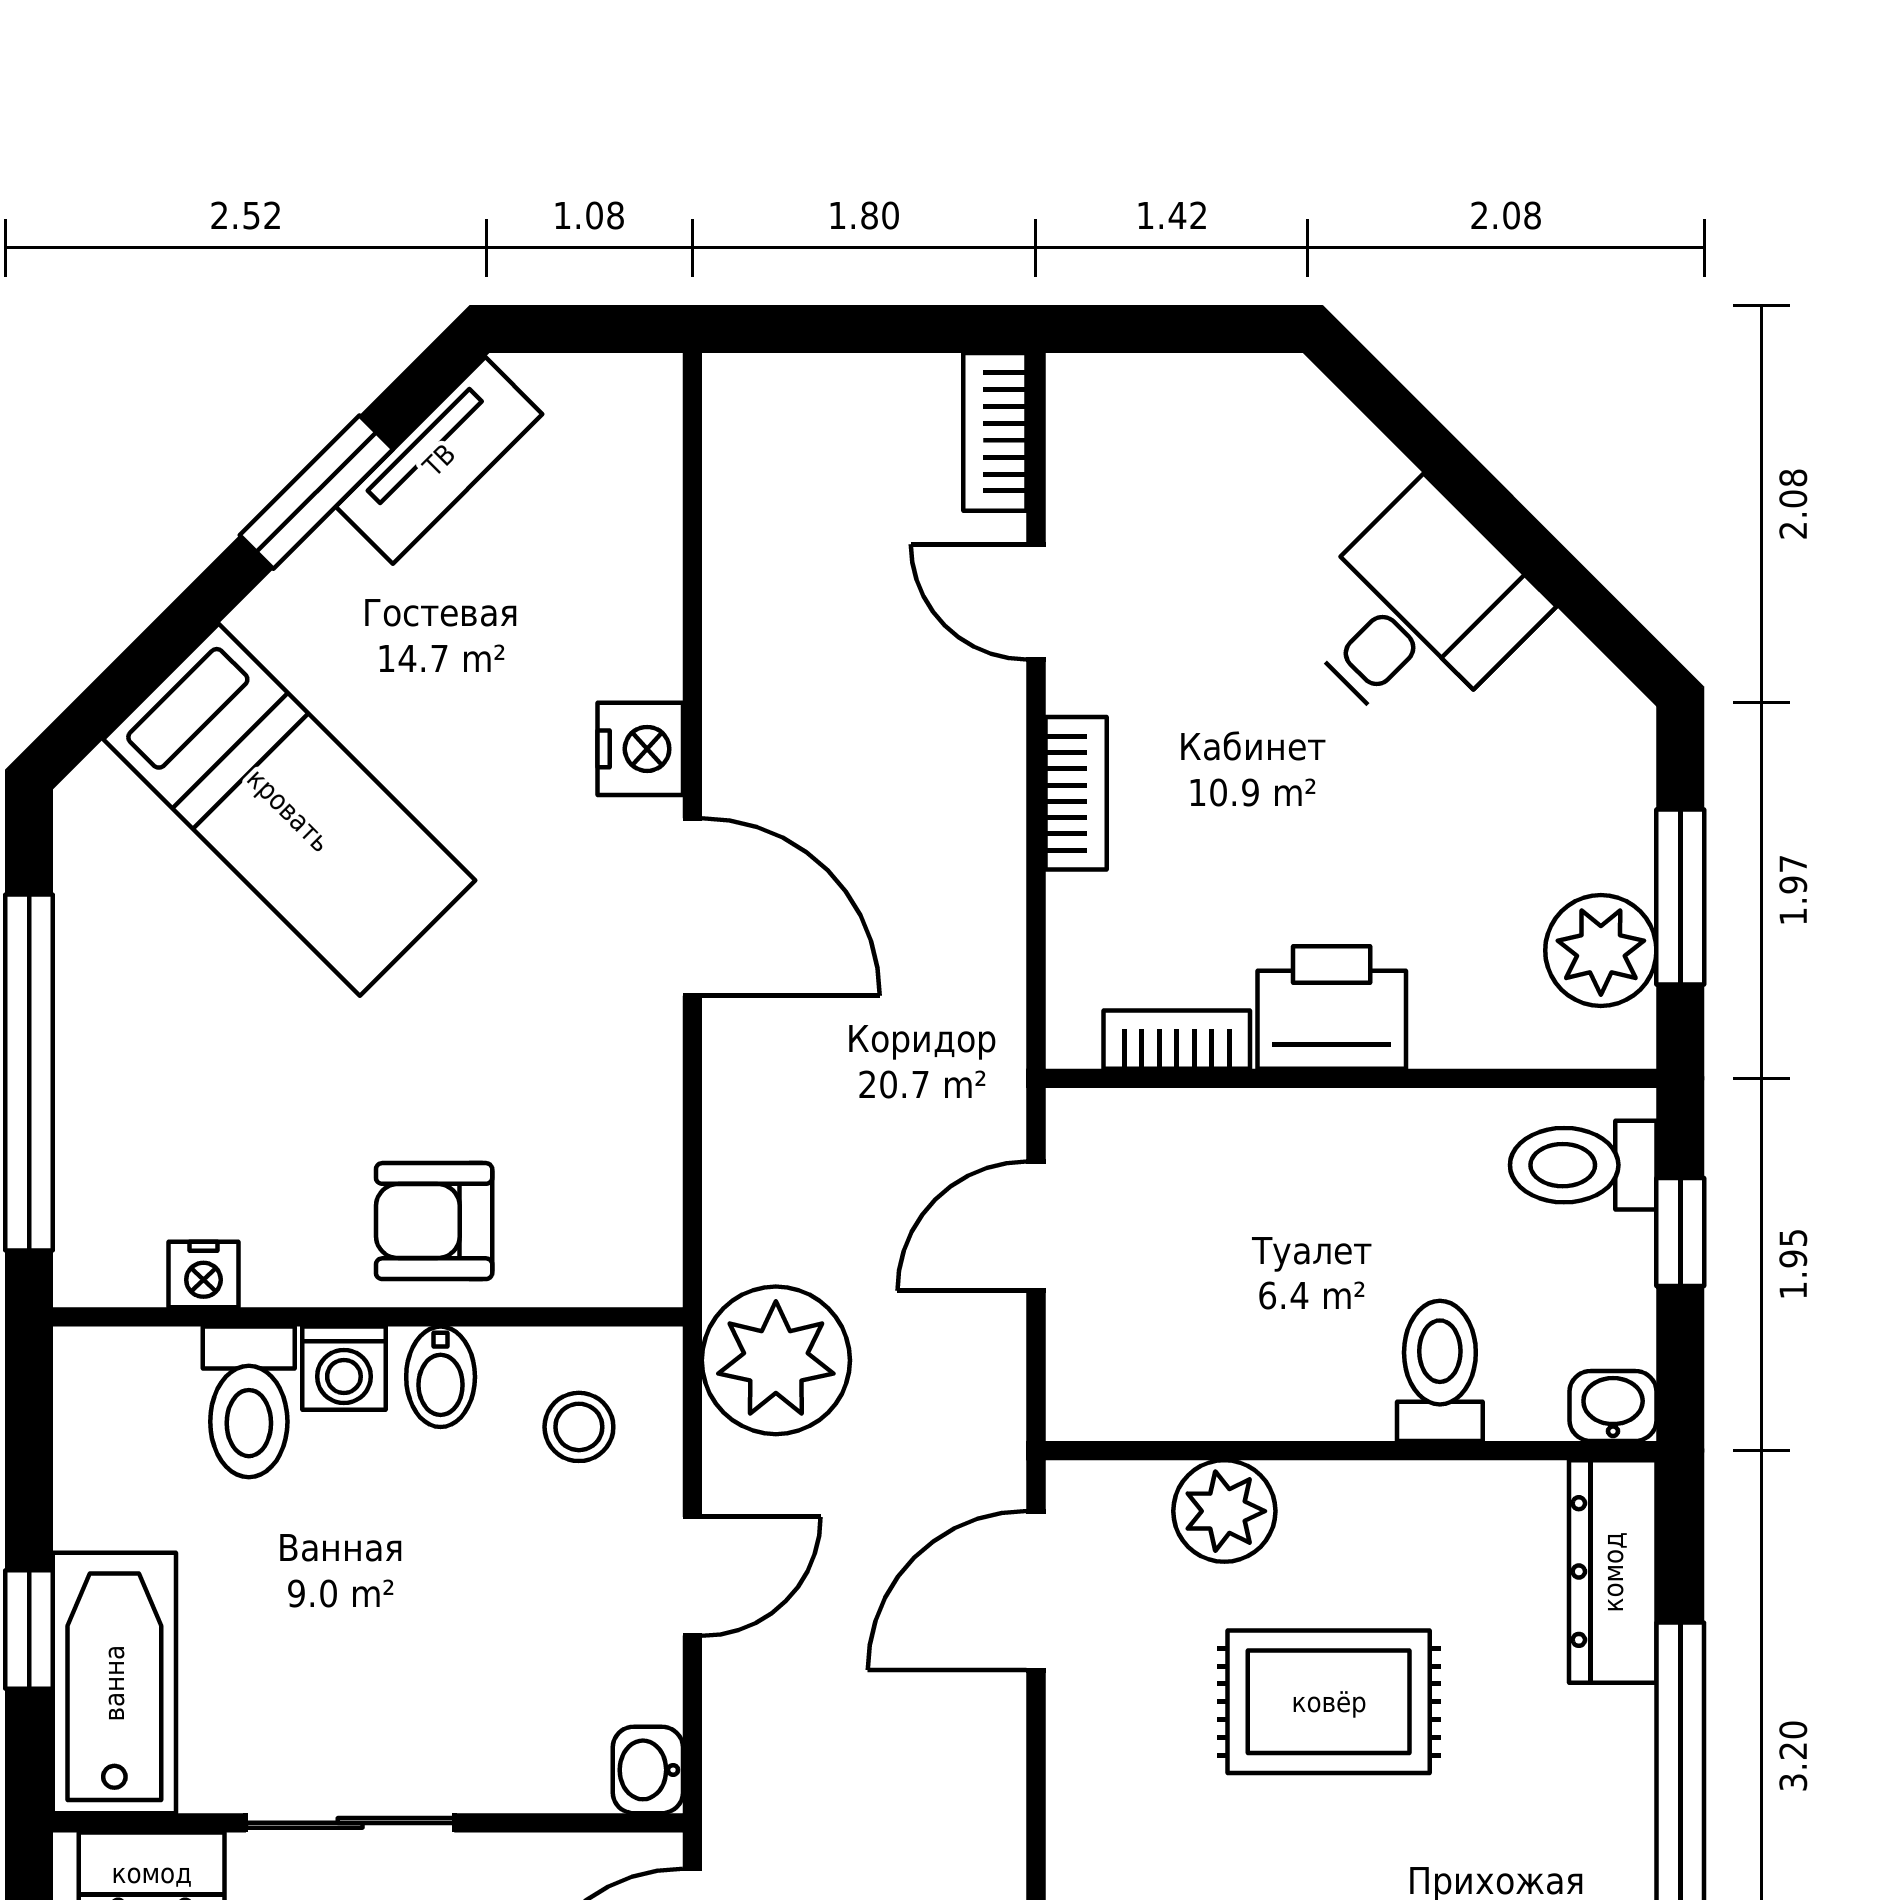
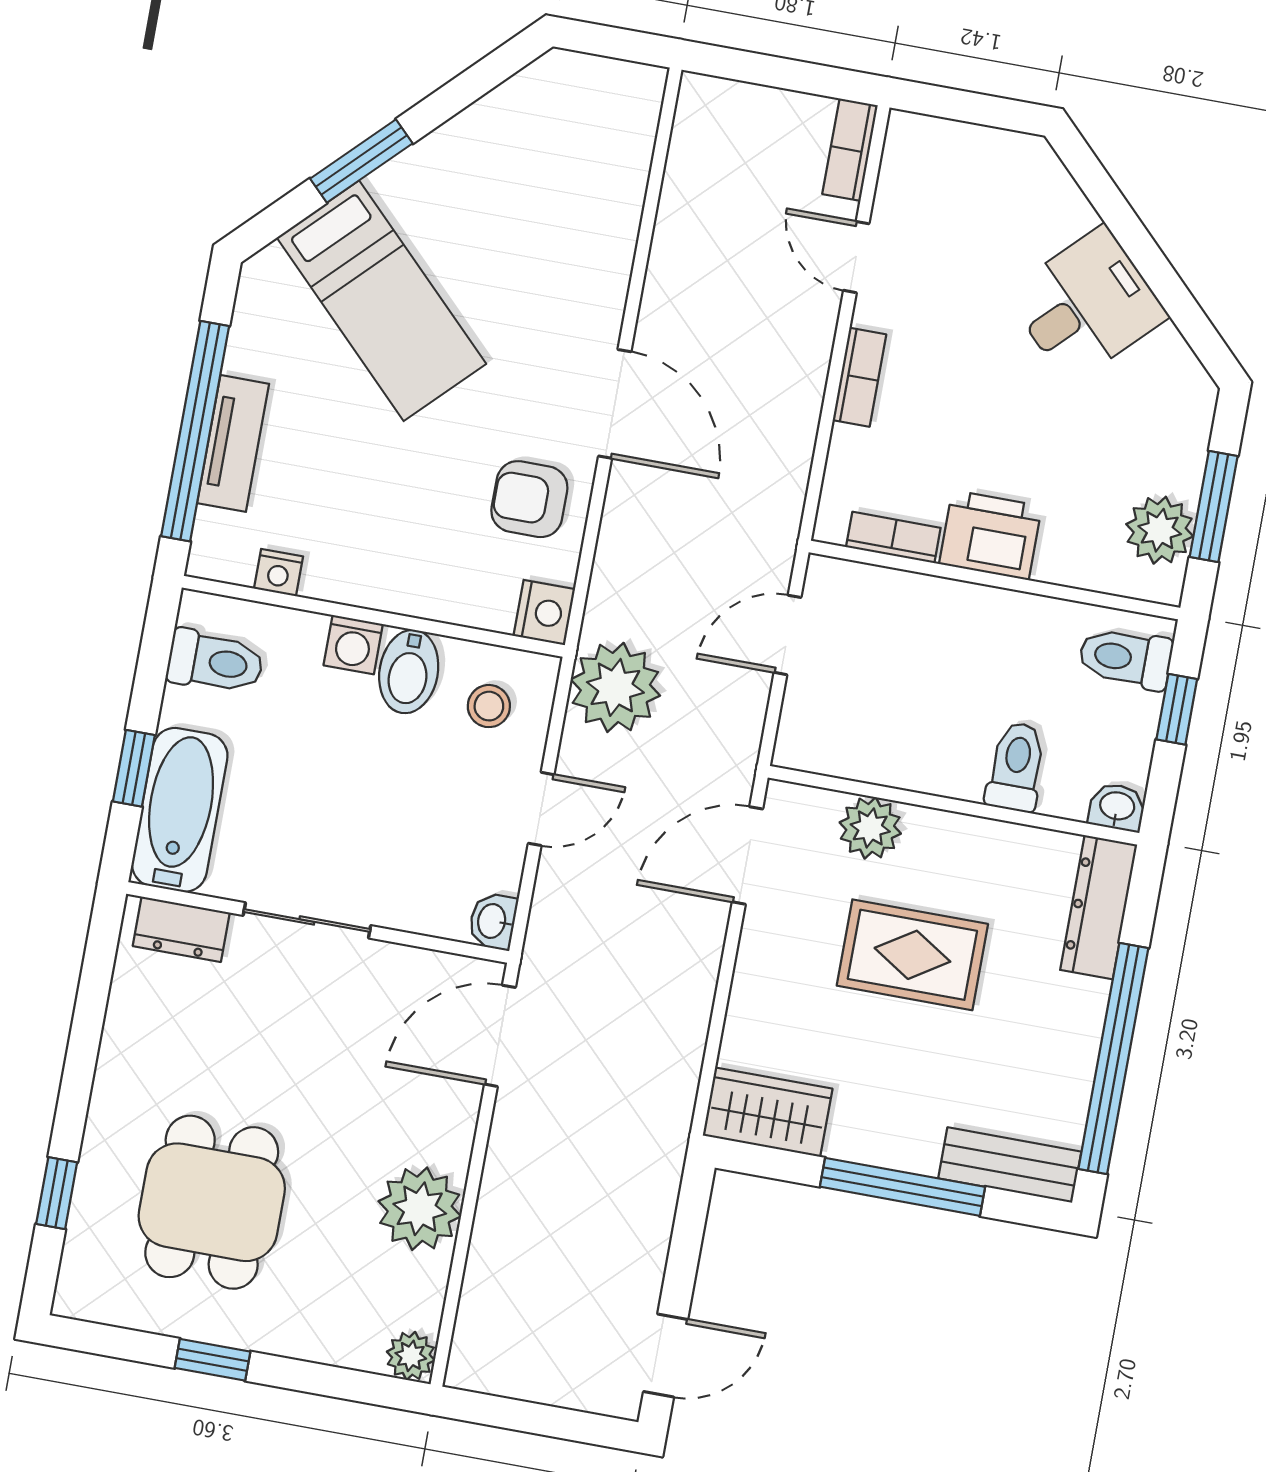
tv unit: (439, 460) -> (233, 443), moved, turned -45
window: (316, 492) -> (361, 161), moved
nightstand: (640, 749) -> (544, 612), moved
armchair: (434, 1221) -> (529, 499), moved
bidet: (441, 1377) -> (409, 672), width x1.38, depth x1.36
toilet: (249, 1402) -> (215, 662), moved, turned -90

